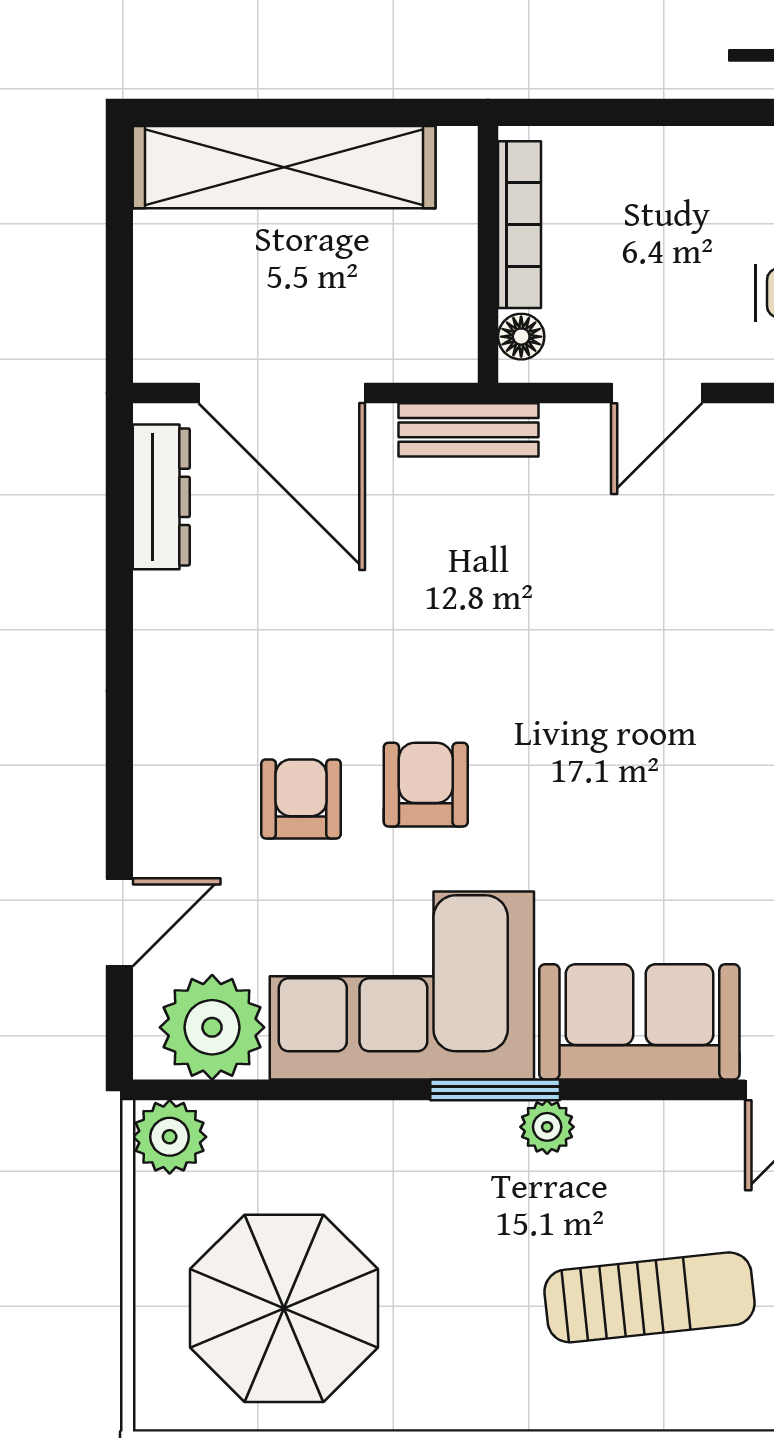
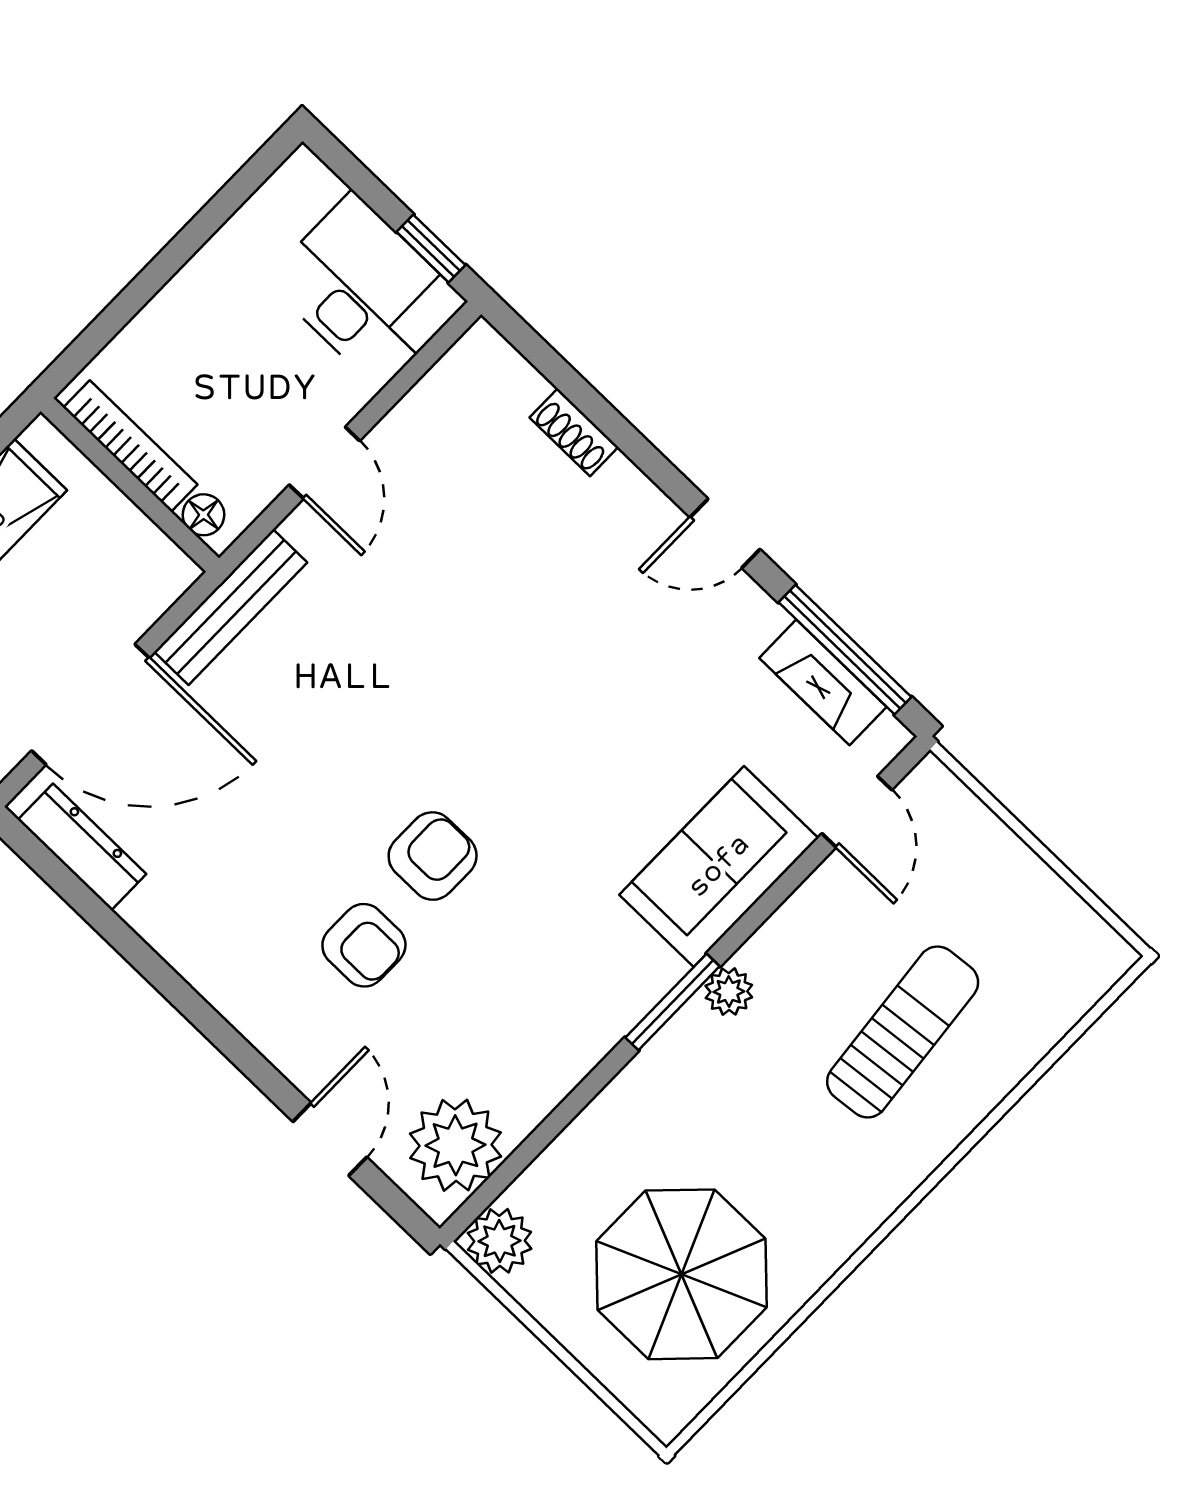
bench: (468, 430) -> (231, 607), width x1.36
armchair: (426, 785) -> (433, 856), turned 90
armchair: (301, 799) -> (364, 945), turned 180
corner sofa: (402, 986) -> (547, 997), removed

